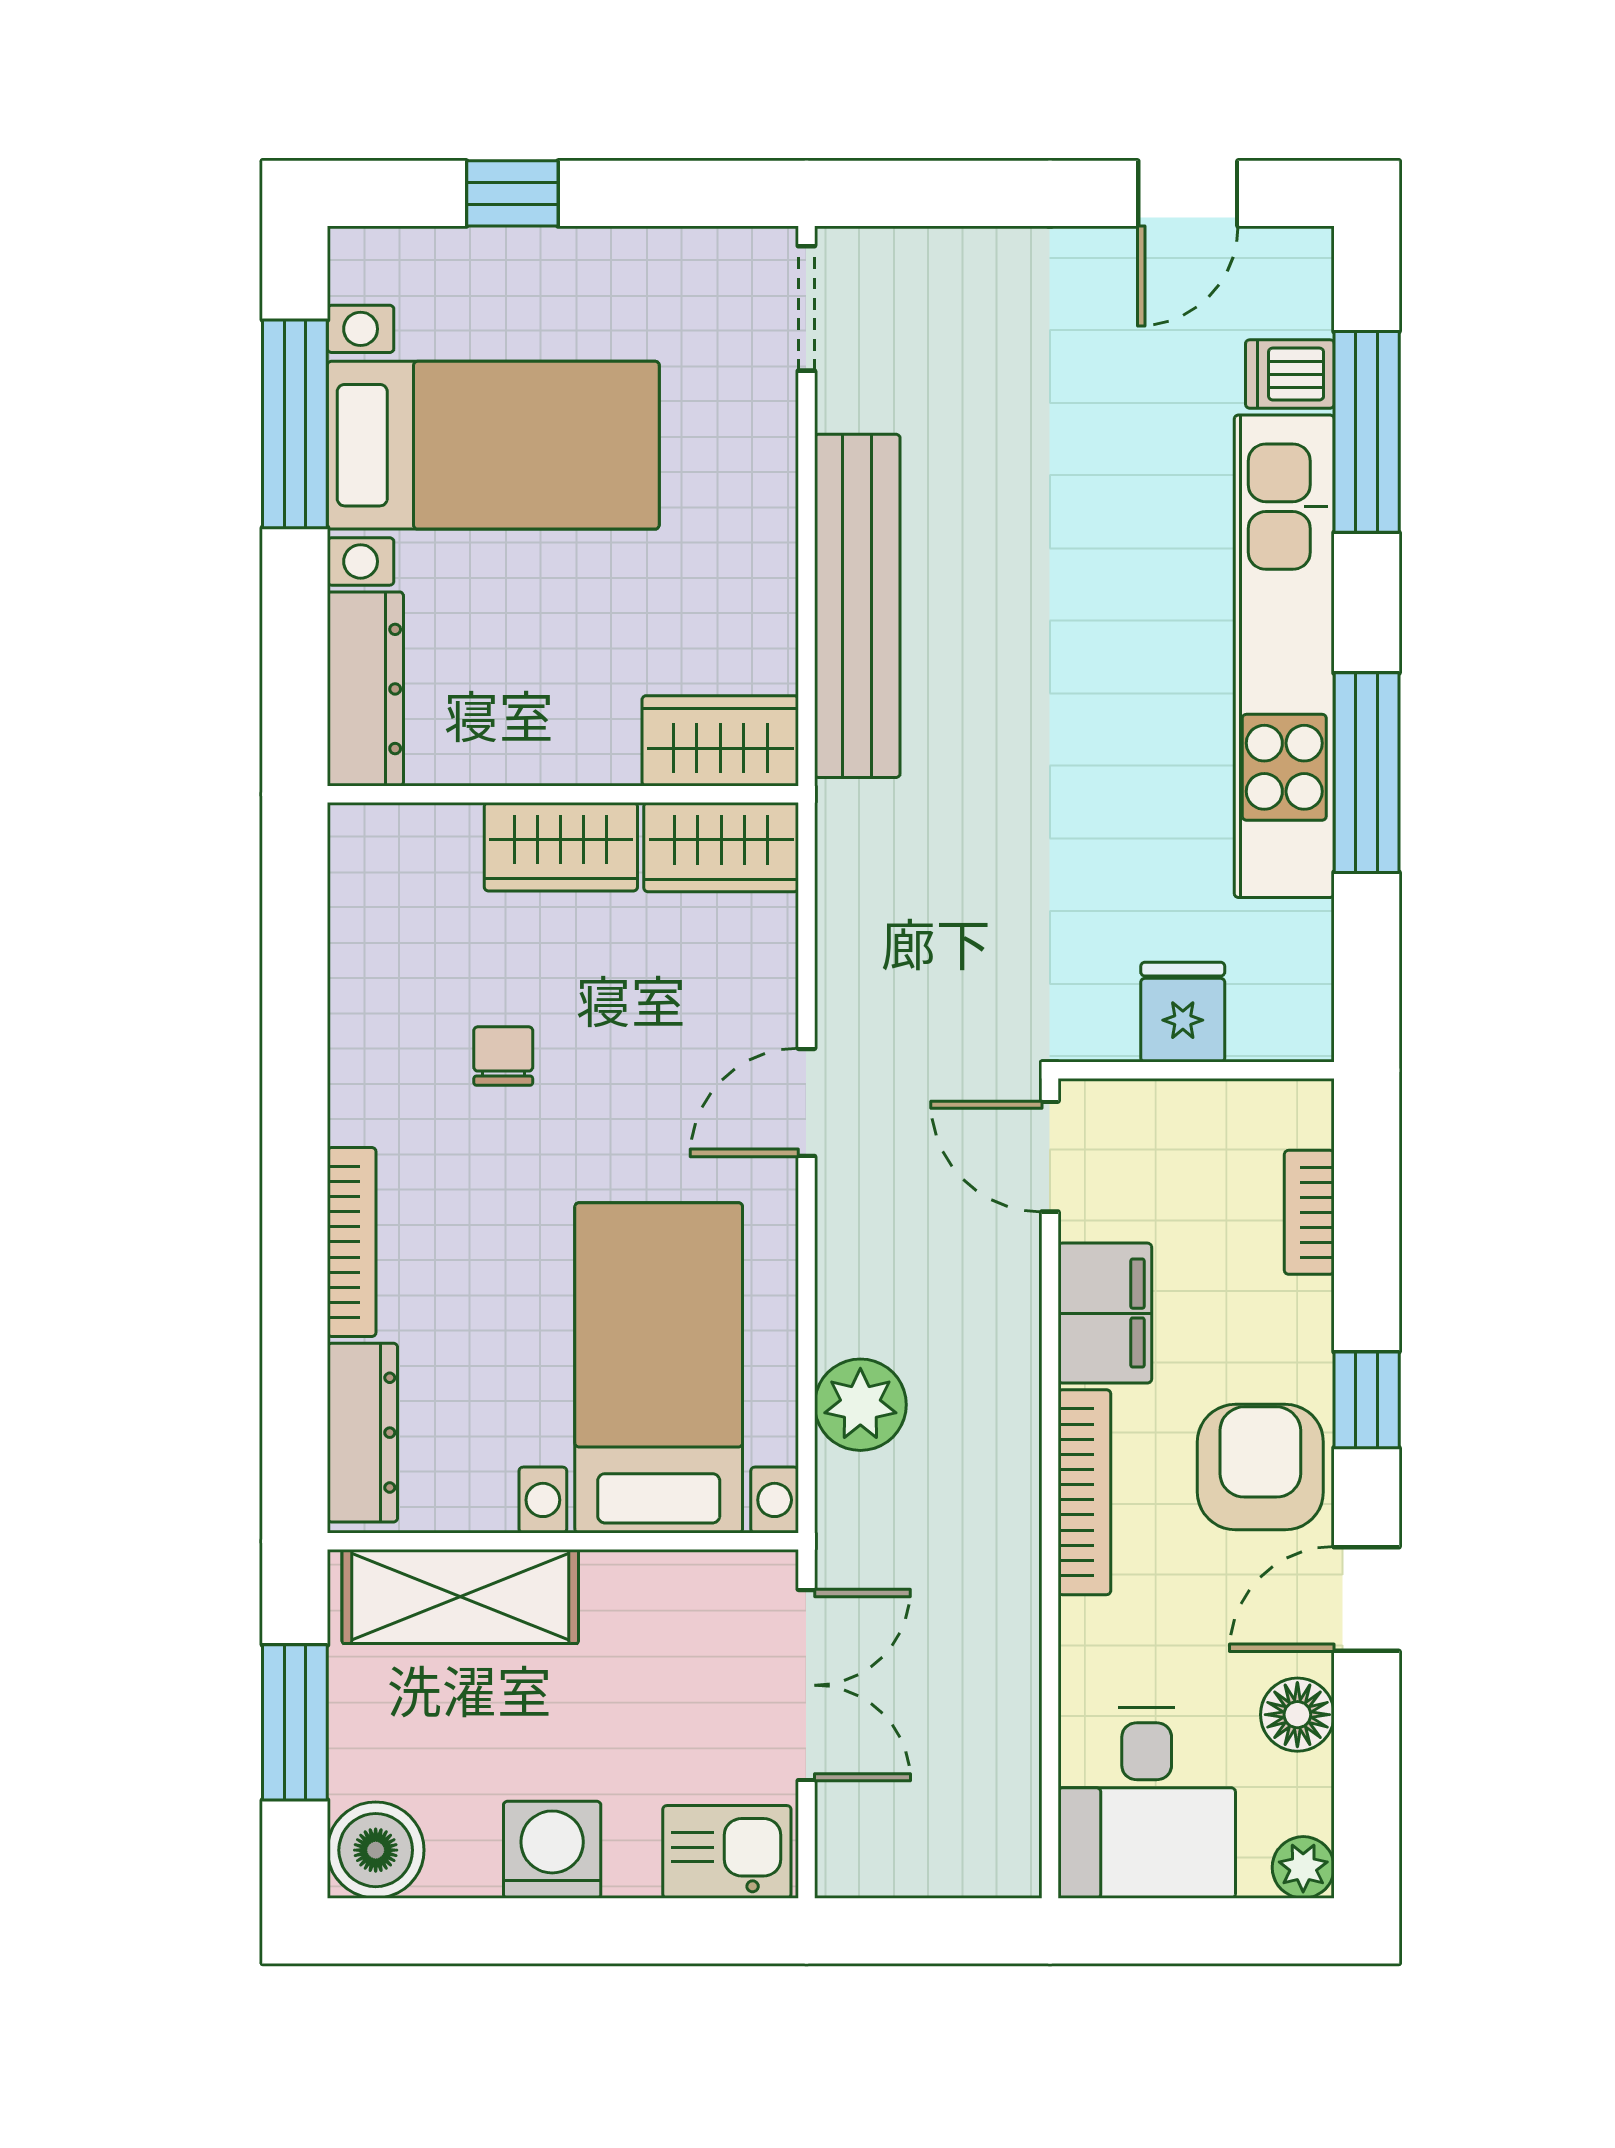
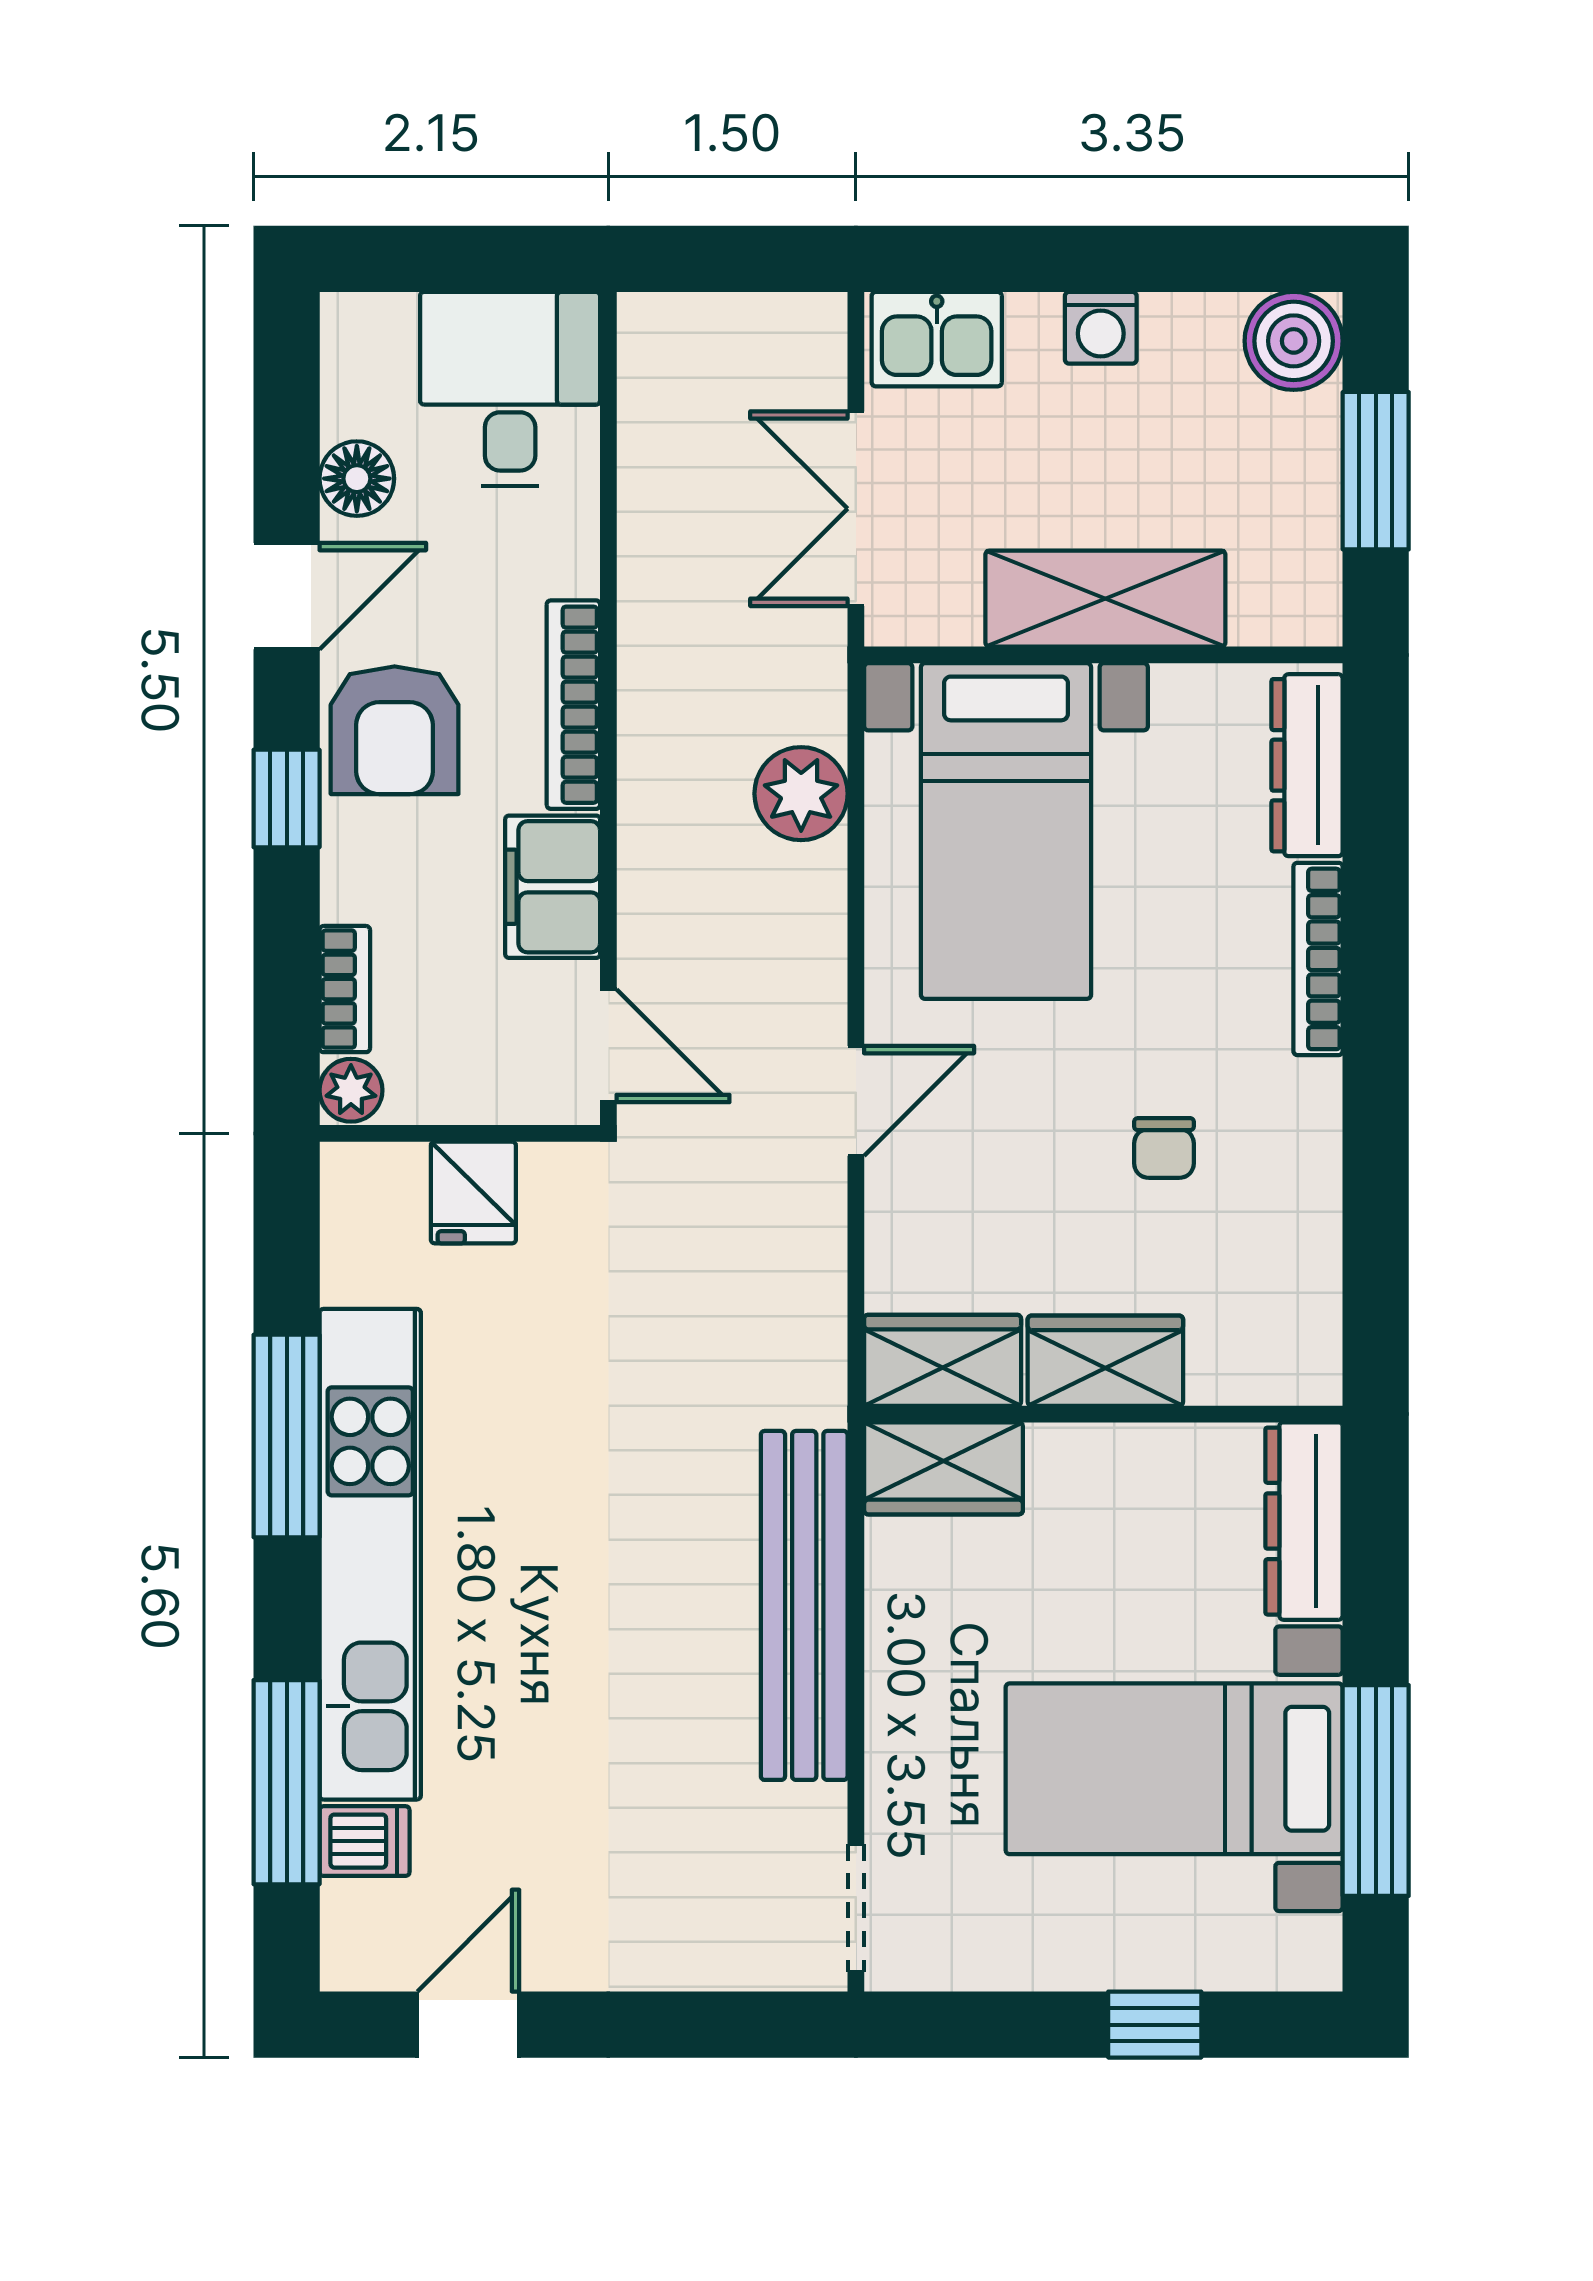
shelving: (460, 1596) -> (1105, 599), moved
washing machine: (552, 1850) -> (1101, 328), width x0.73, depth x0.73
plant: (1303, 1867) -> (351, 1090), moved

